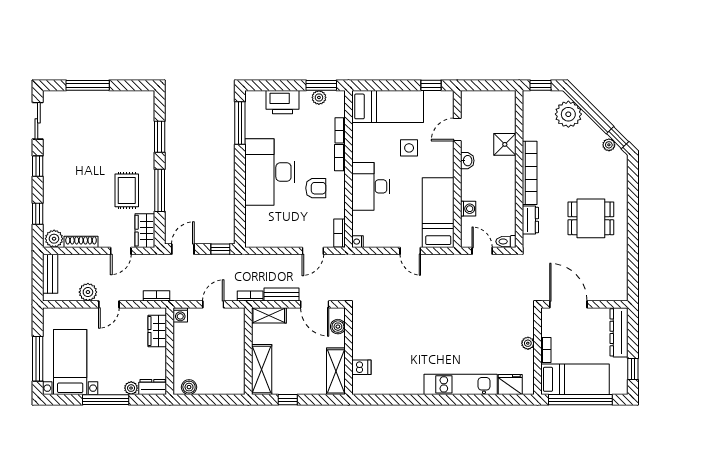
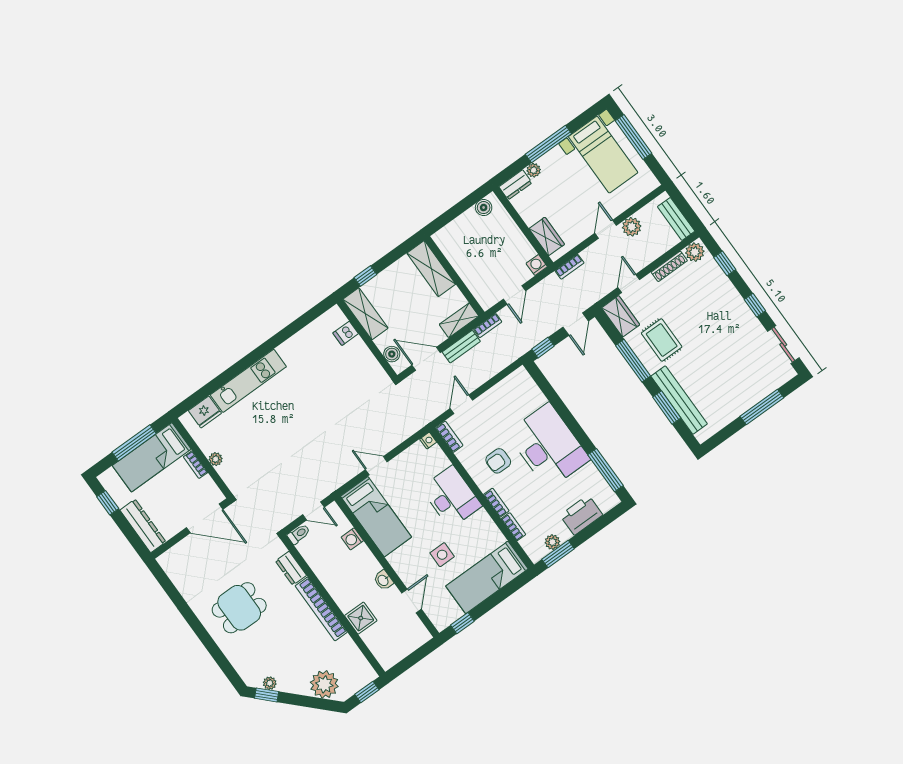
bench: (146, 136) -> (679, 400), added
window: (288, 400) -> (365, 276), moved
window: (580, 400) -> (134, 443), width x0.68

